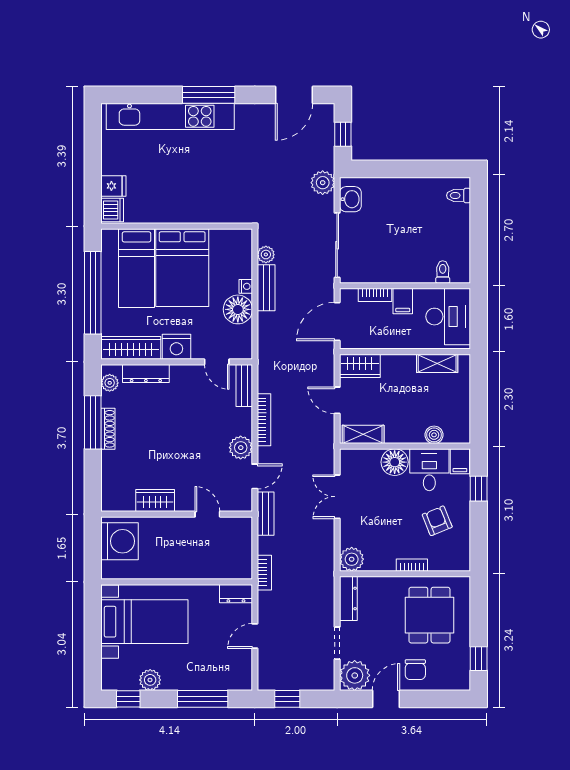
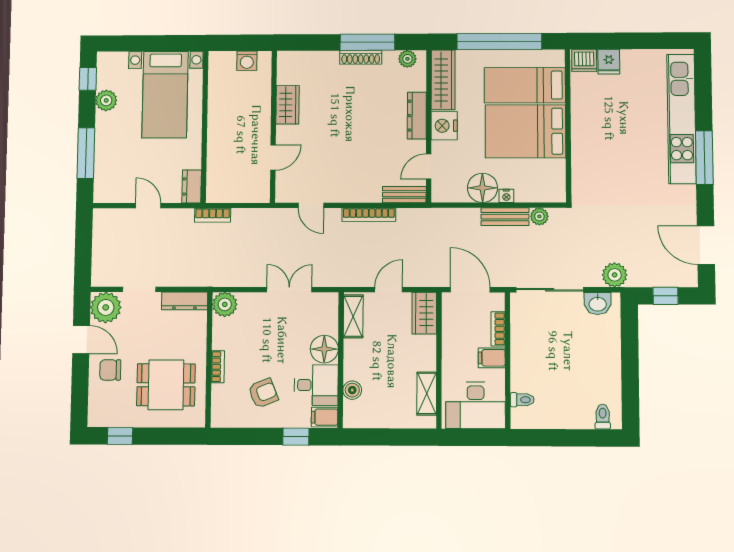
dresser: (146, 373) -> (417, 116), moved
plant: (241, 448) -> (341, 191), removed
bench: (266, 514) -> (273, 216), removed
washing machine: (120, 541) -> (247, 61), width x0.53, depth x0.53
window: (287, 699) -> (84, 239), removed

